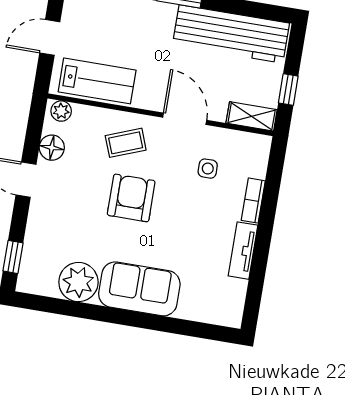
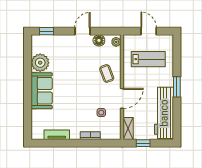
lab bench: (97, 81) -> (148, 59), moved, turned -90
armchair: (131, 198) -> (82, 80), removed
tv unit: (243, 251) -> (57, 135), moved

